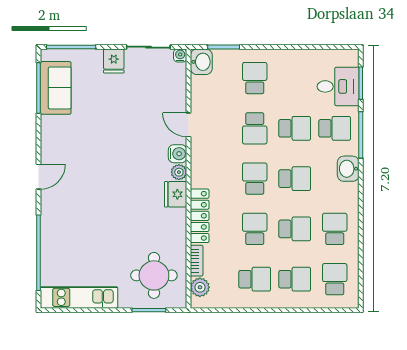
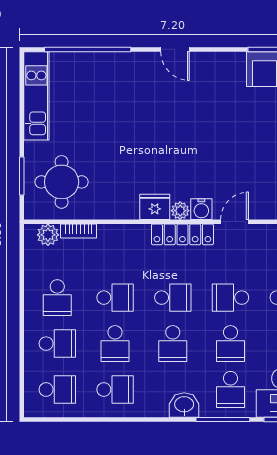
locker: (200, 216) -> (182, 234), moved
school desk: (295, 279) -> (57, 344), turned -90

